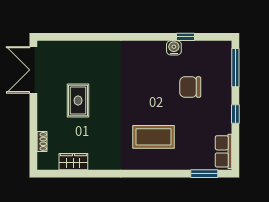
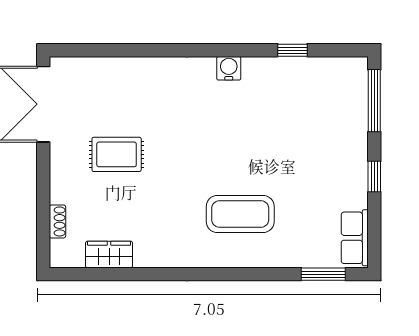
water cooler: (174, 48) -> (229, 68), moved
chair: (190, 87) -> (300, 132), removed
rug: (78, 100) -> (117, 154), turned 90

